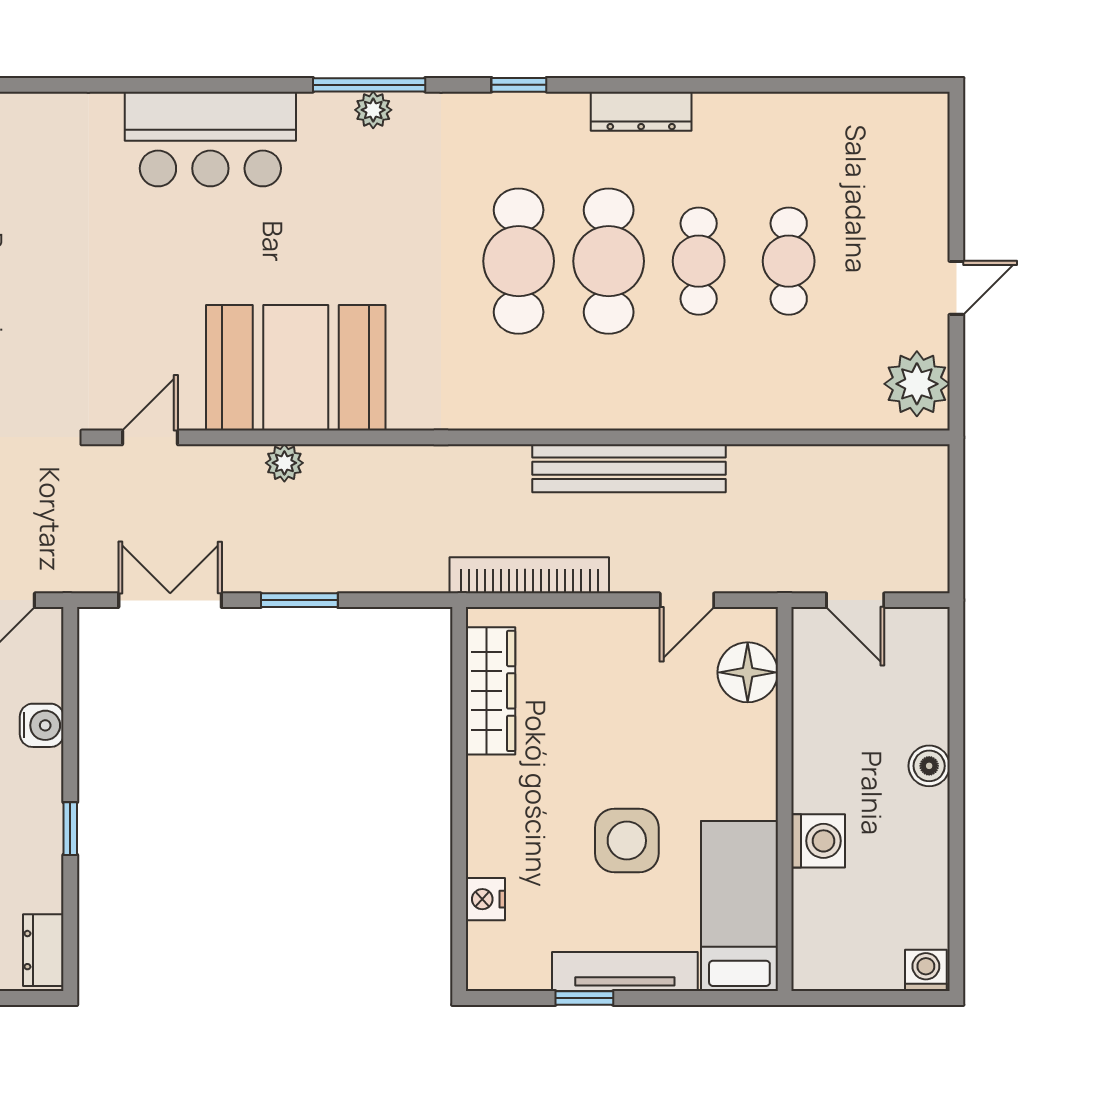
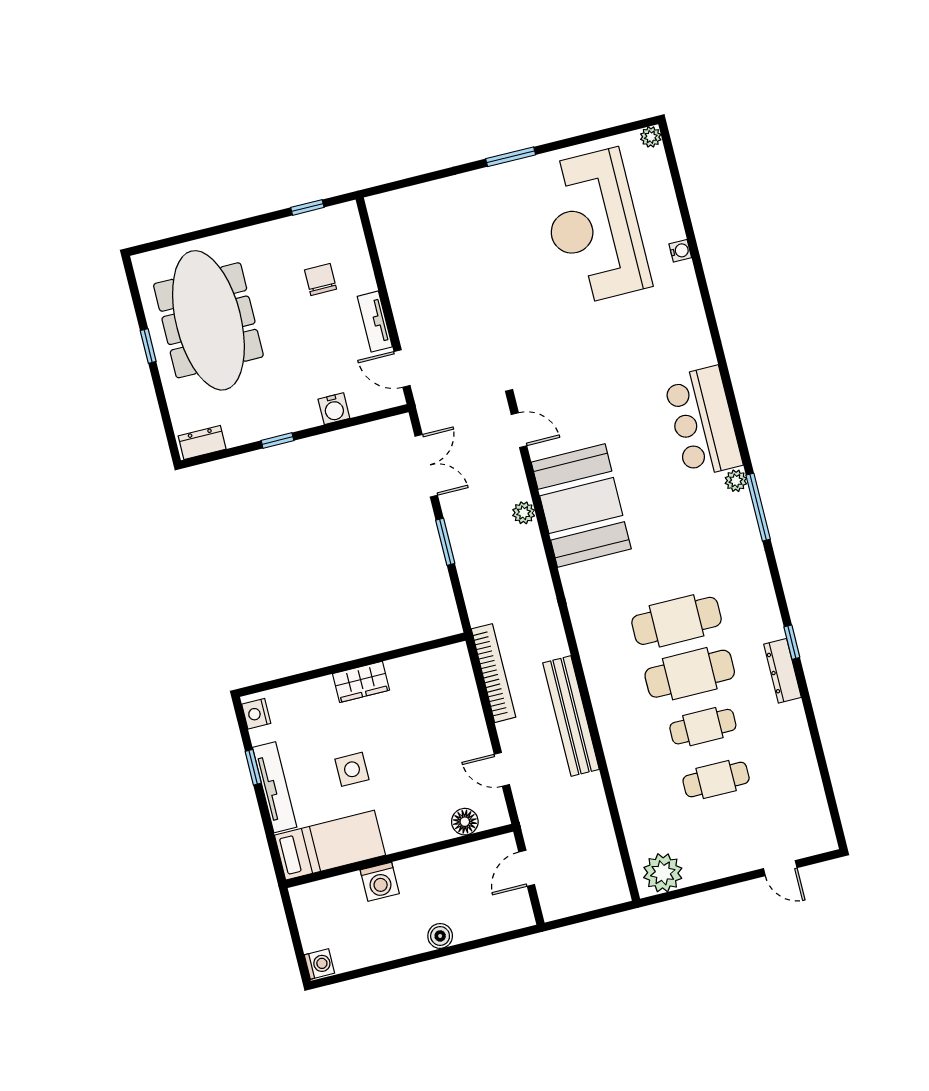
window: (519, 85) -> (792, 642), moved
plant: (373, 110) -> (736, 481), moved
door: (956, 288) -> (780, 868), moved
floor lamp: (748, 672) -> (465, 822), width x0.73, depth x0.73
wardrobe: (490, 691) -> (361, 682), moved, width x0.67
side table: (627, 841) -> (352, 769), width x0.73, depth x0.73
nightstand: (485, 899) -> (256, 714), moved, turned -90

